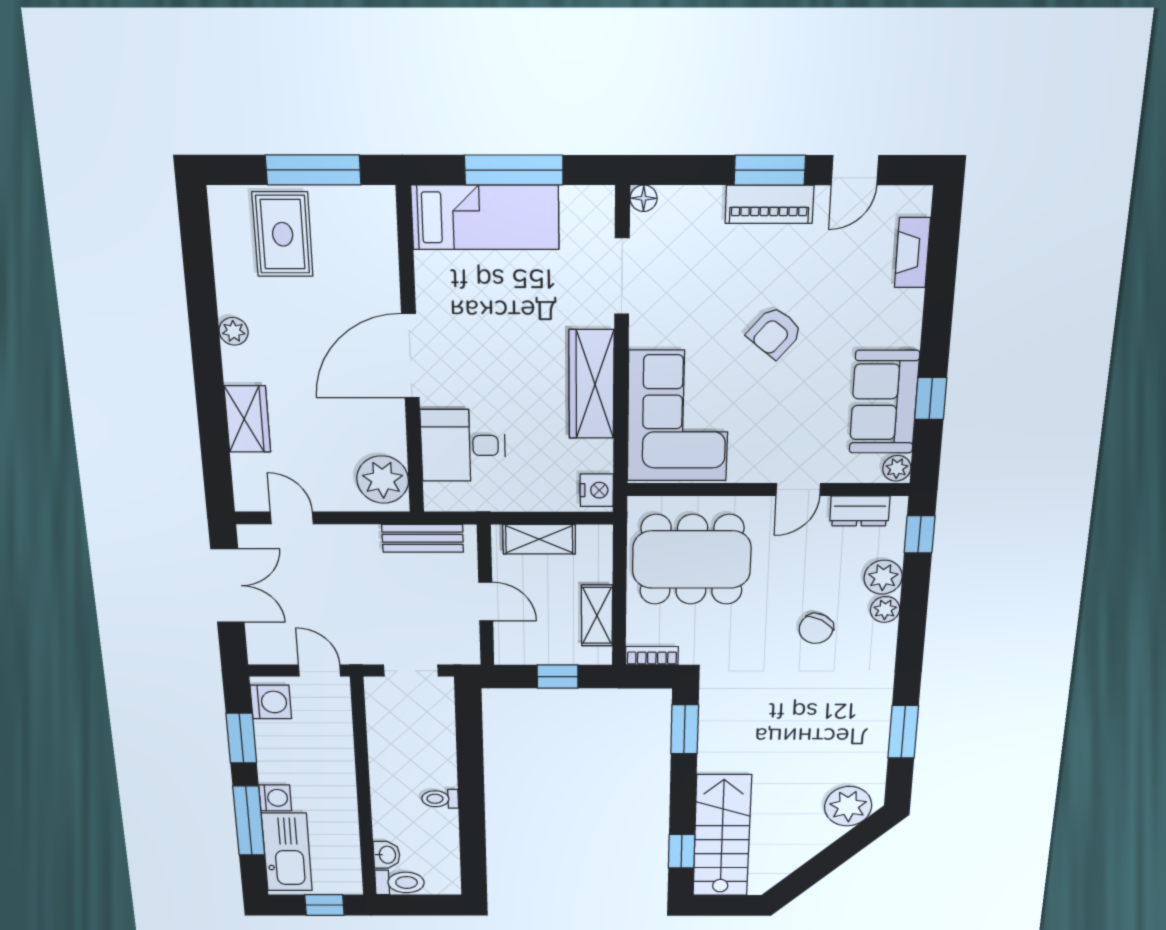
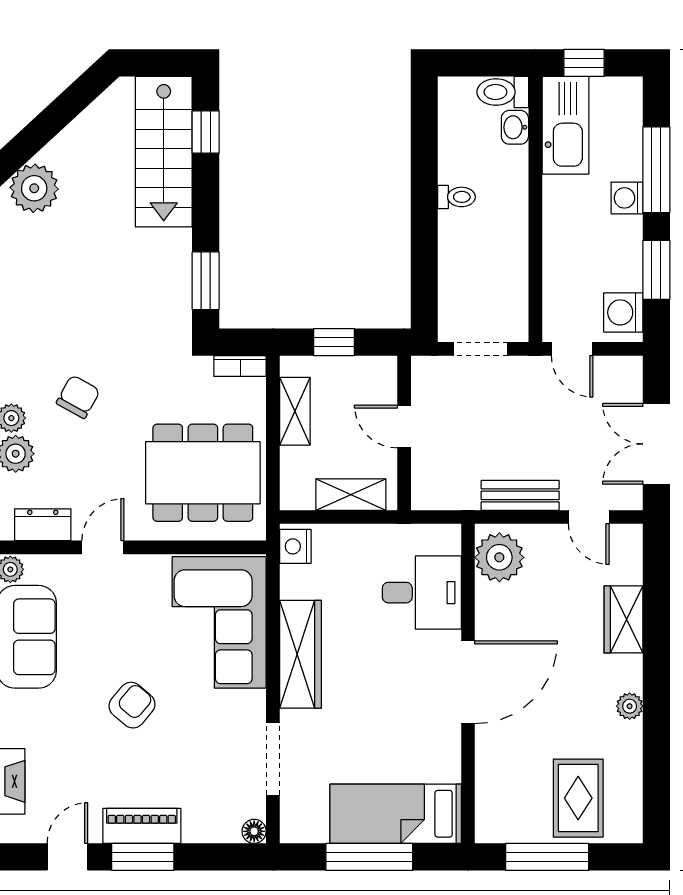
bench: (423, 538) -> (520, 495), moved
kitchen sink: (287, 852) -> (565, 125), moved, turned 180

